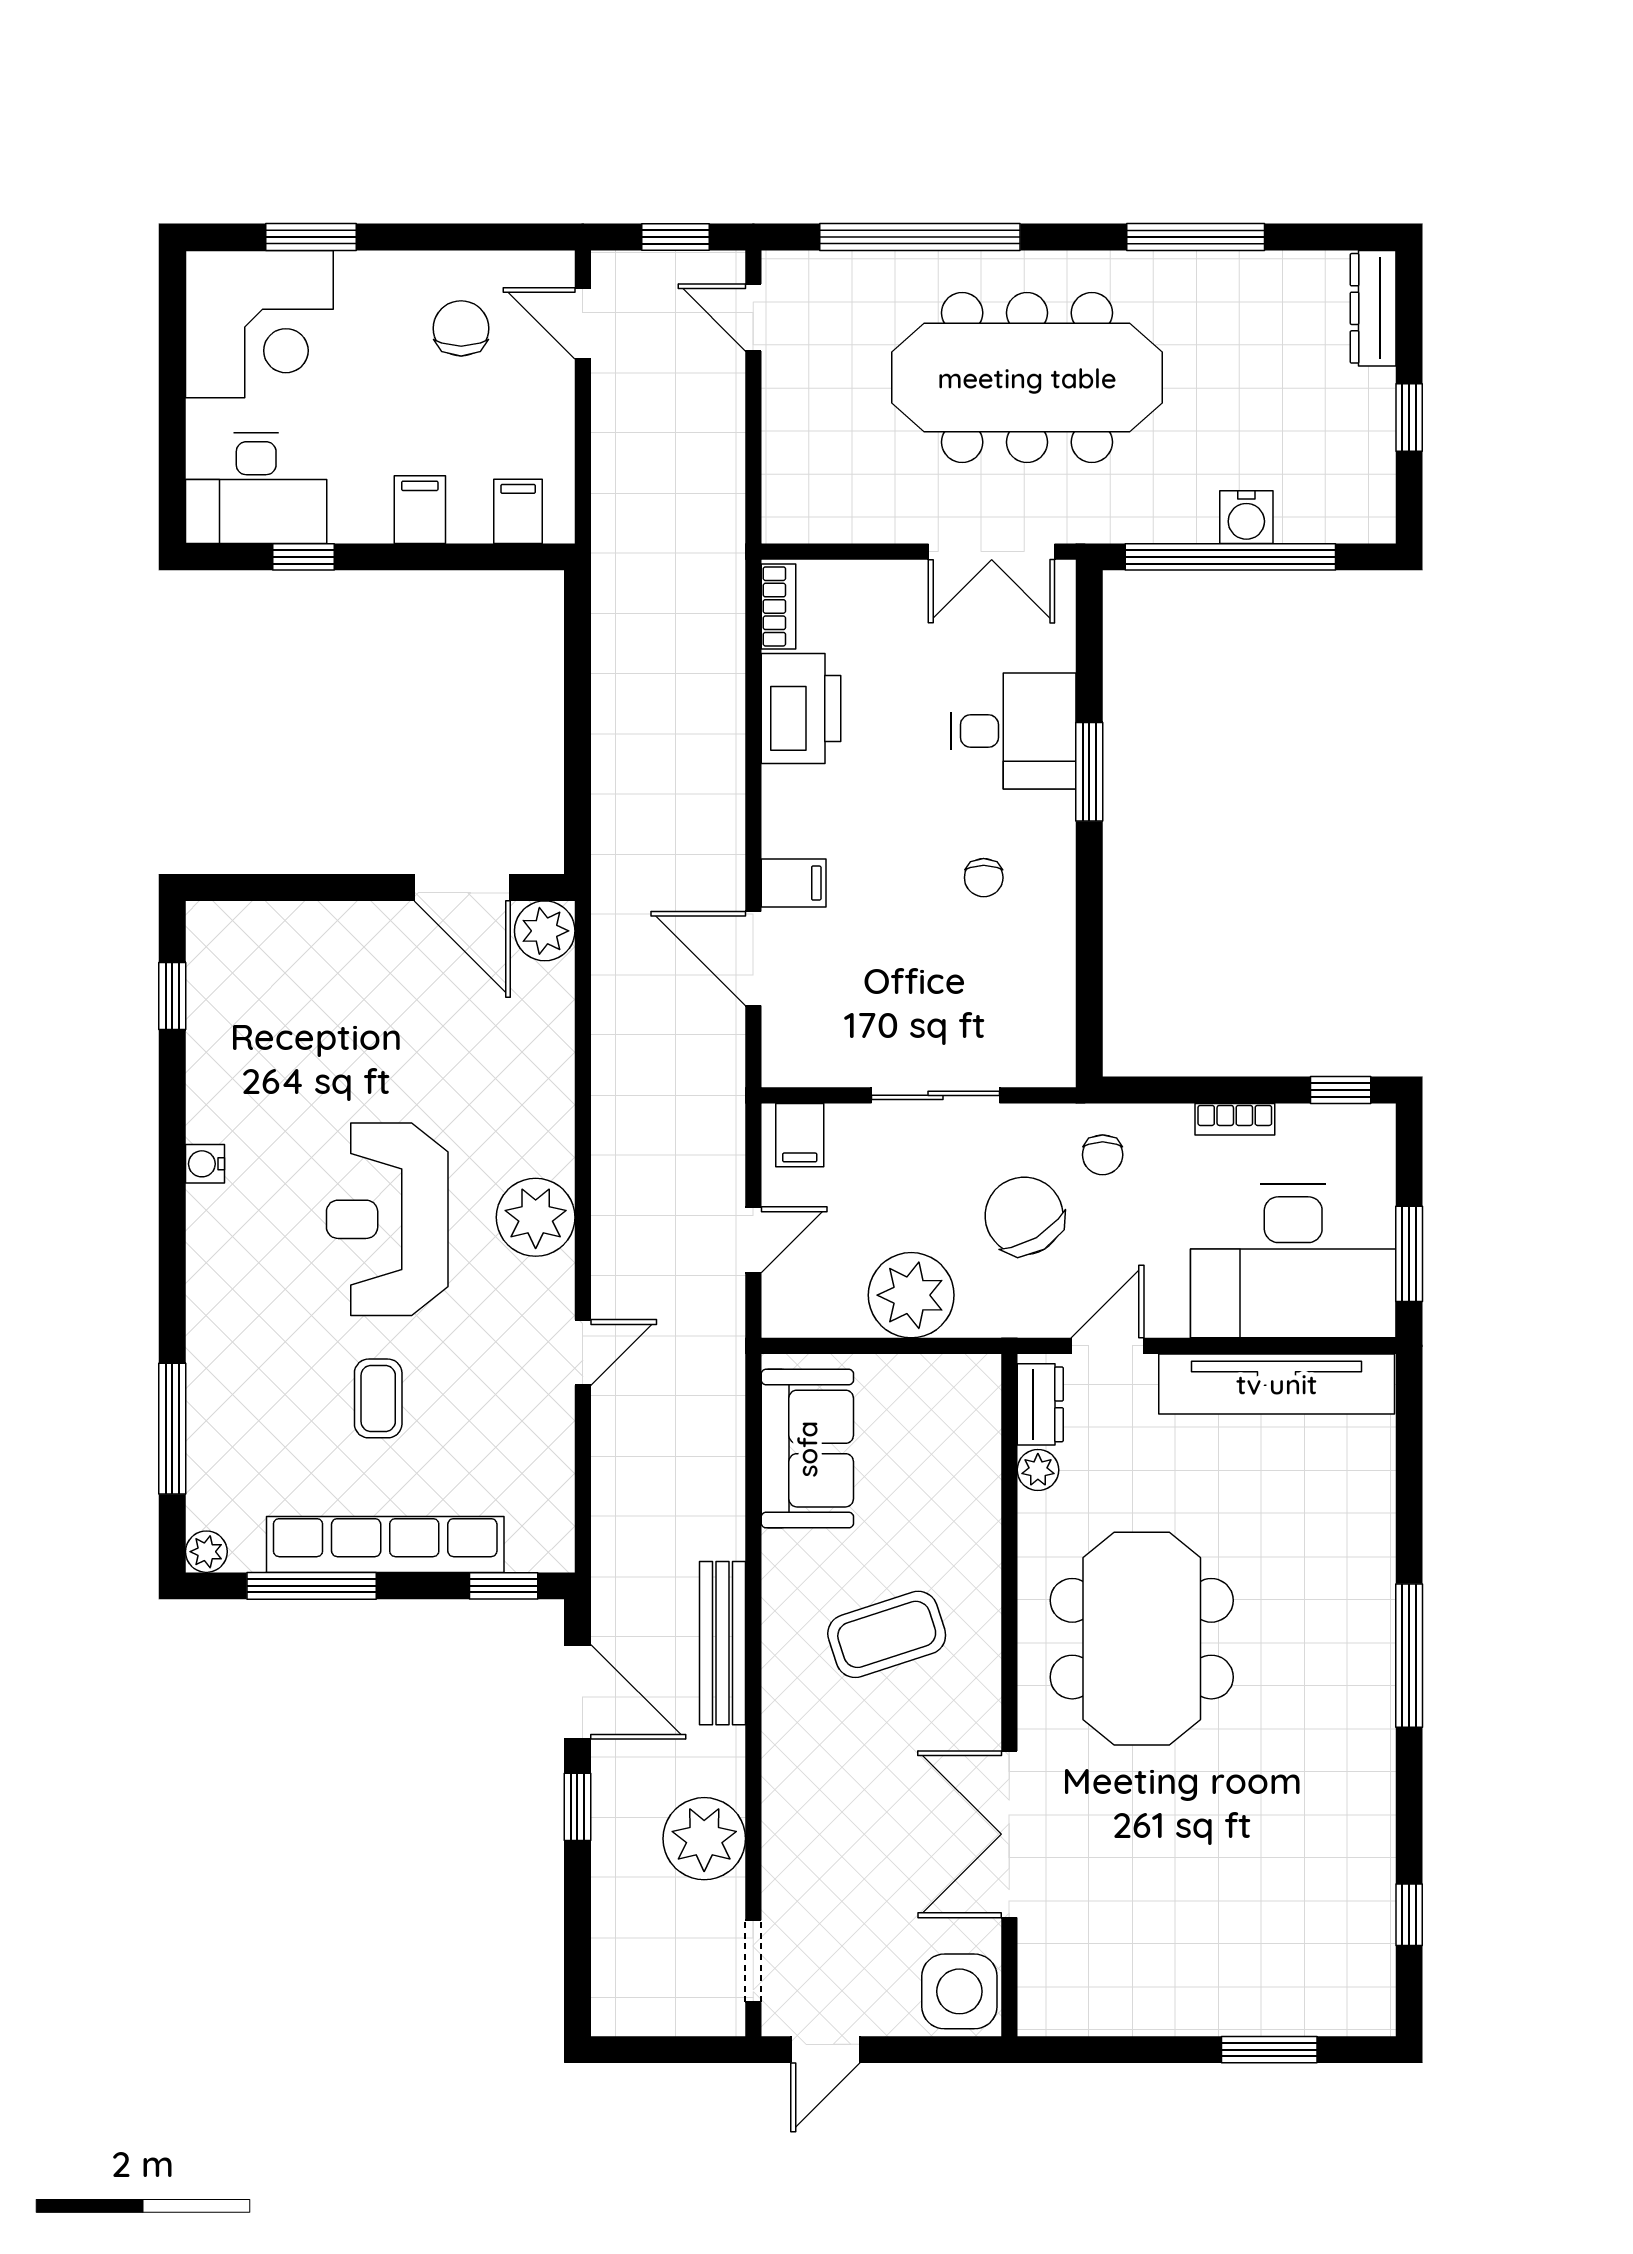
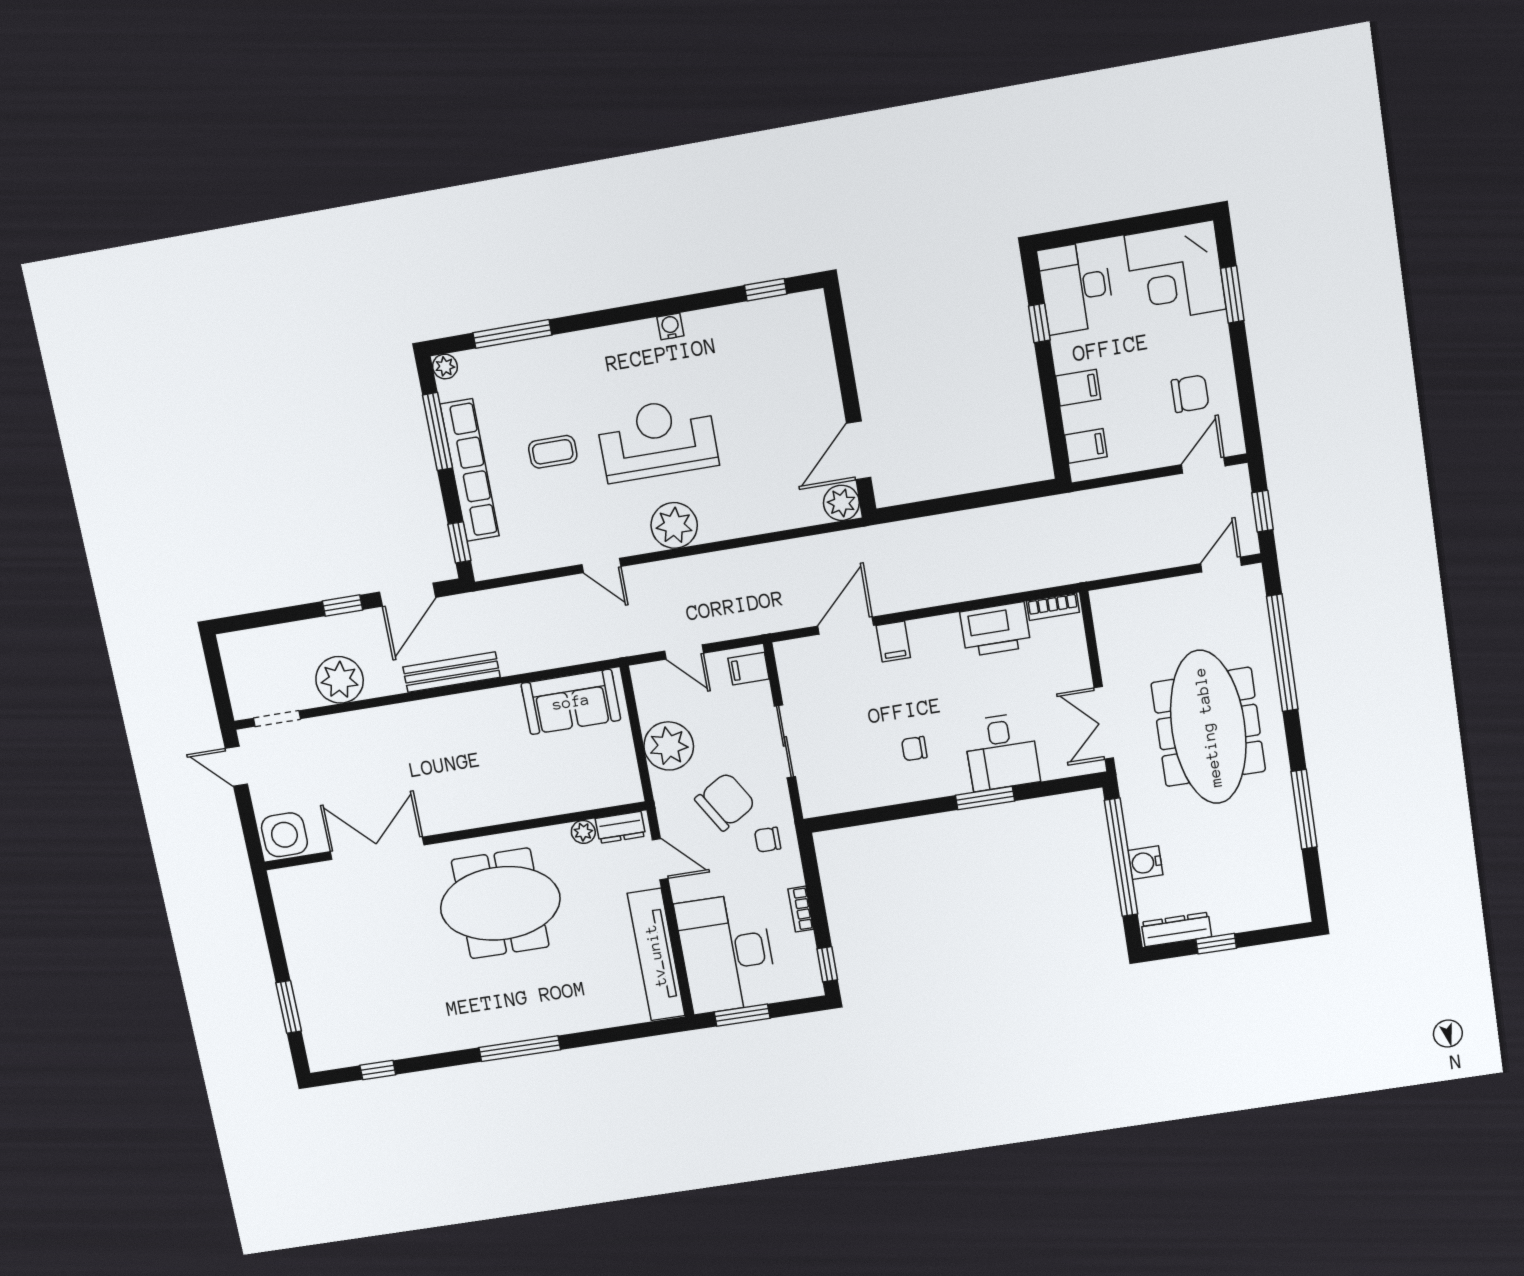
dresser: (1373, 308) -> (1176, 929), moved
coffee table: (887, 1634) -> (475, 763), removed

